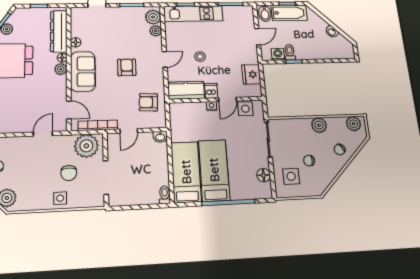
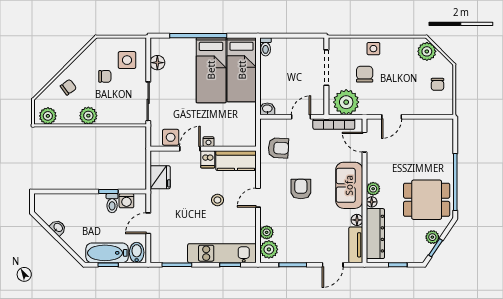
tv unit: (77, 22) -> (356, 245), added
armchair: (127, 67) -> (301, 189), turned 180

